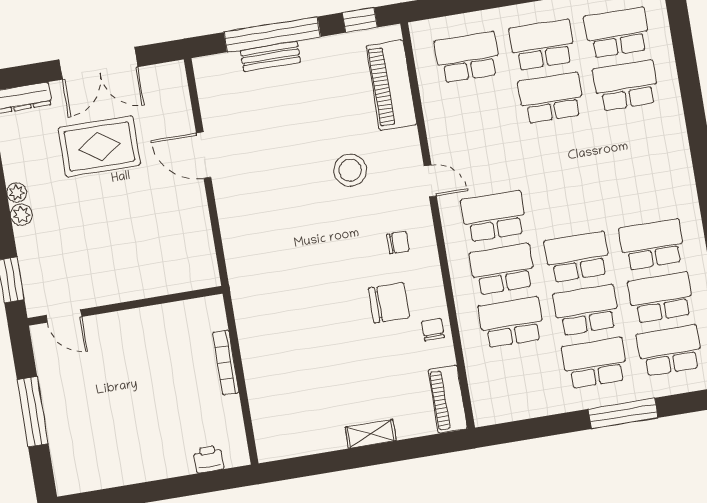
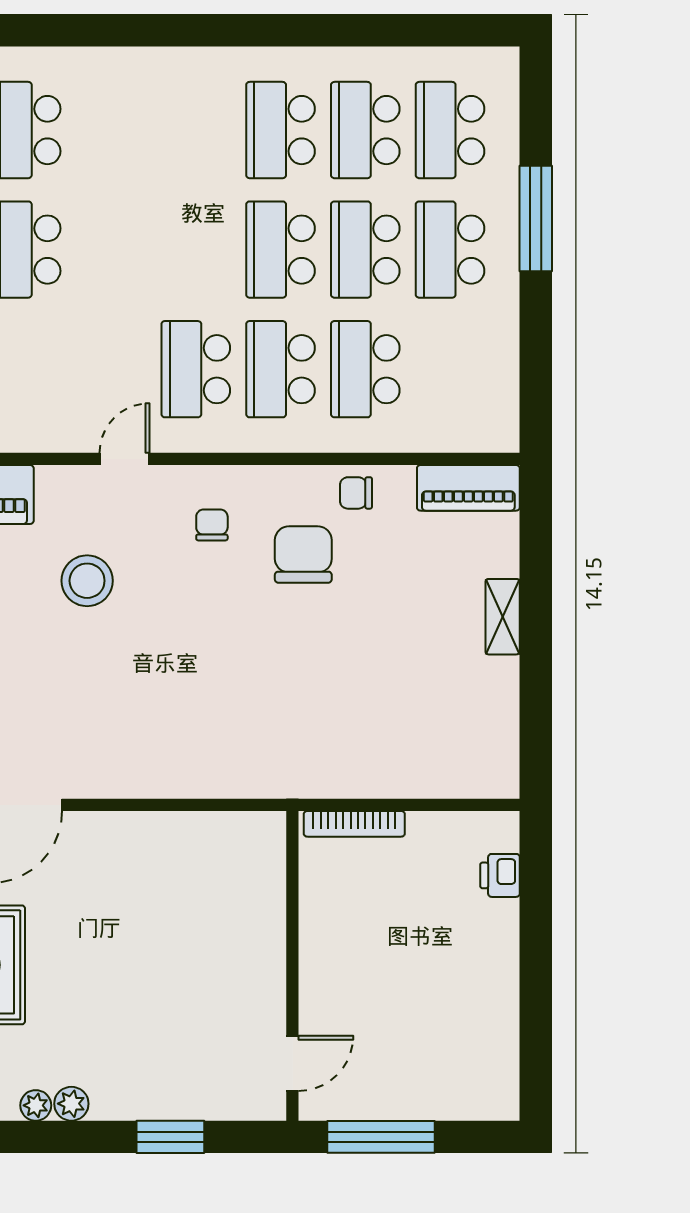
wall: (125, 306) -> (292, 966), moved
door: (64, 316) -> (292, 1063), moved

